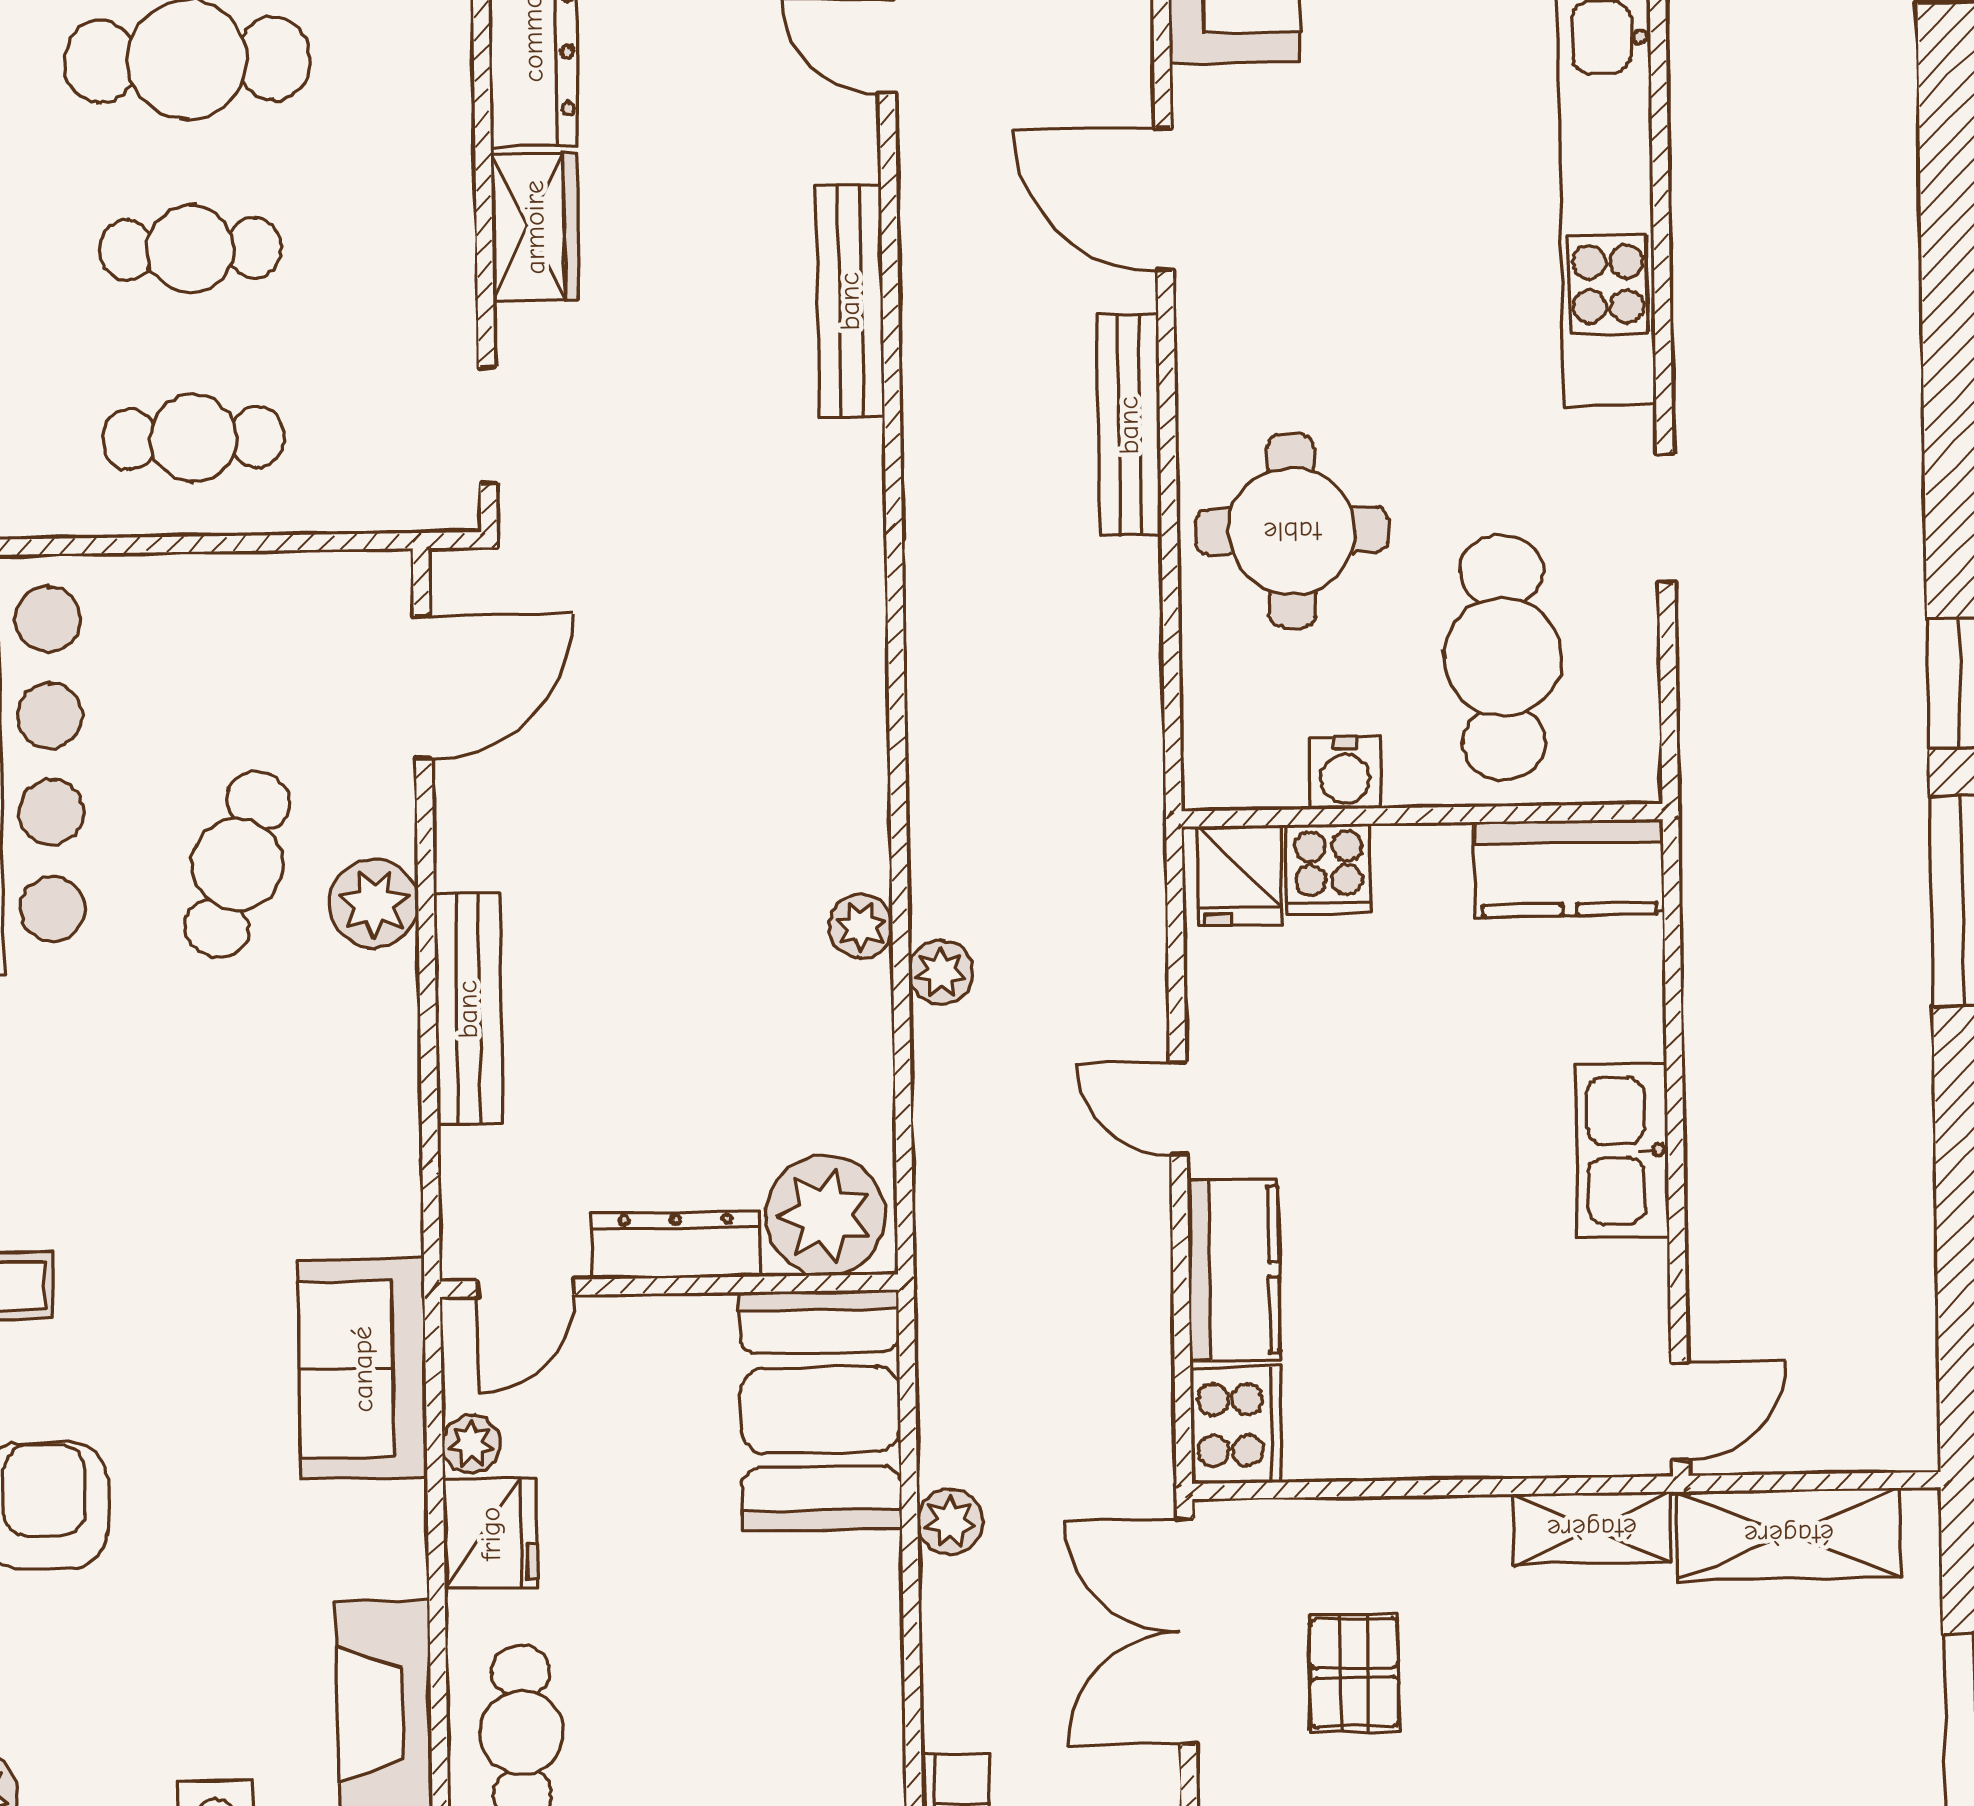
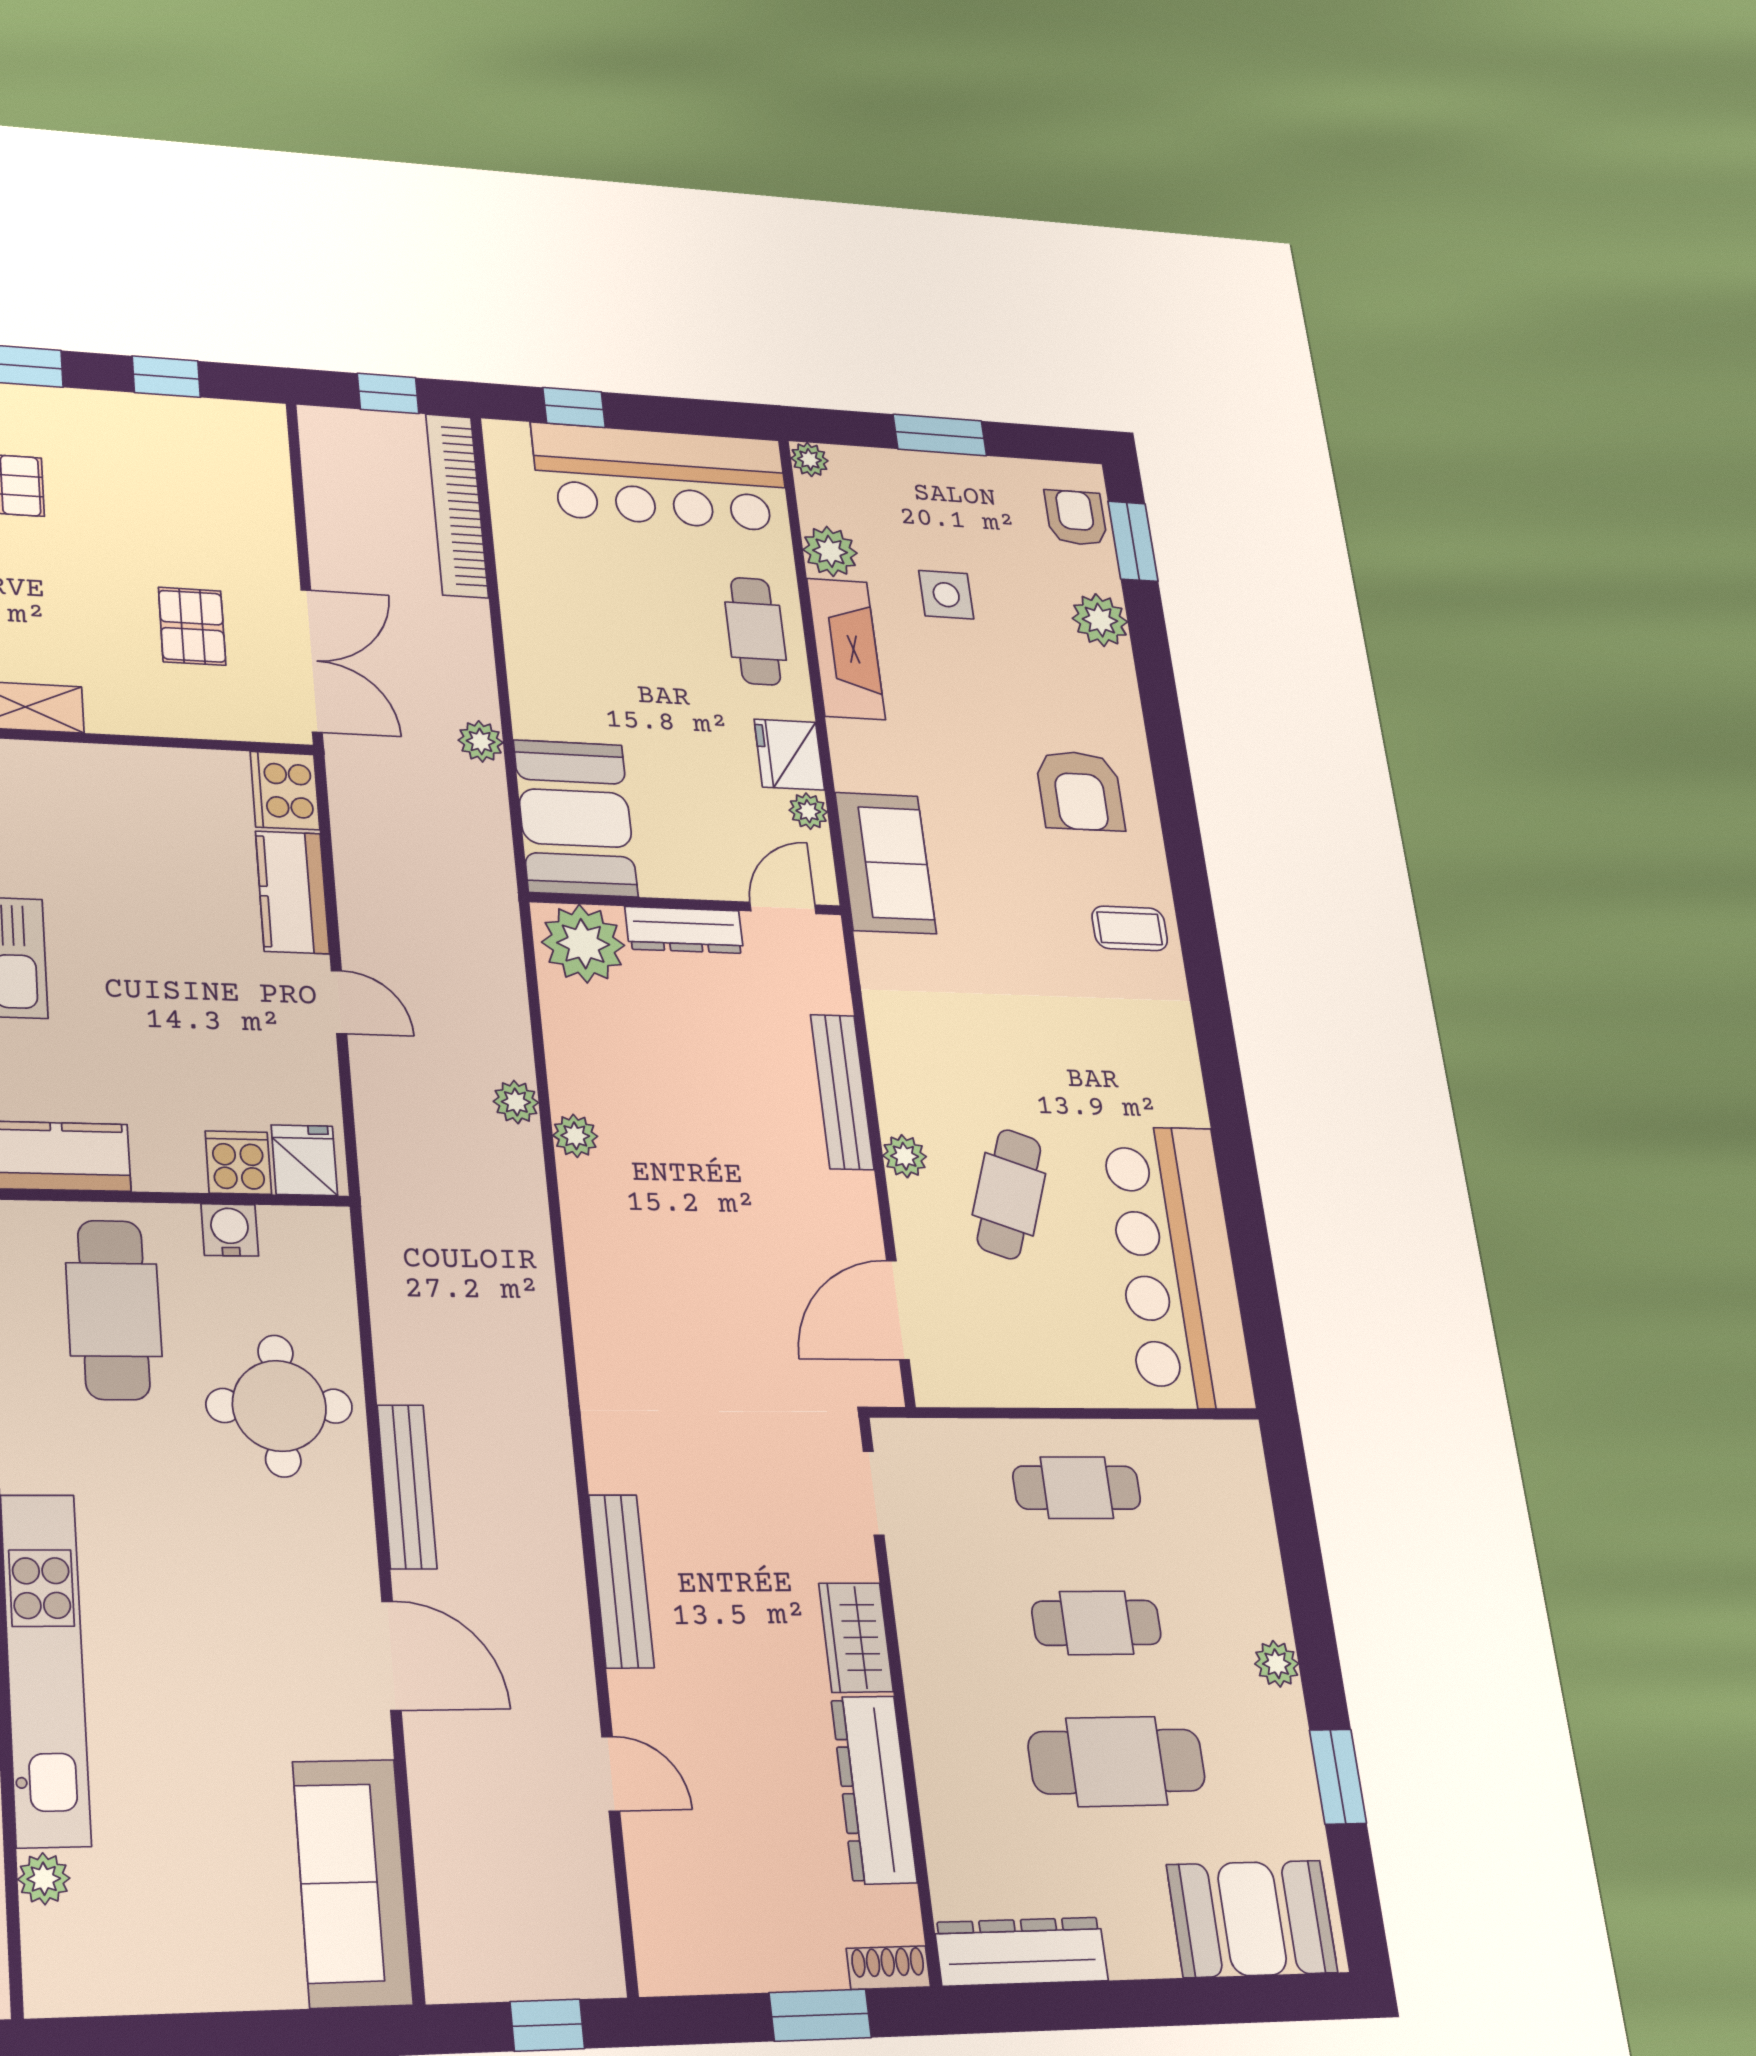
plant: (374, 903) -> (905, 1156), width x0.73, depth x0.73

